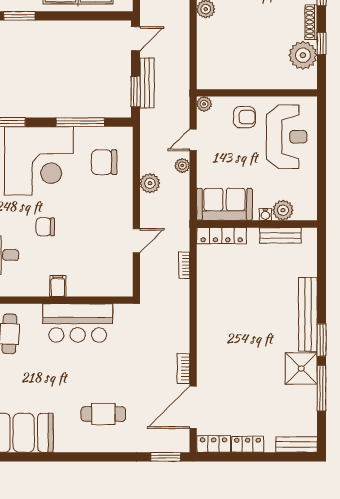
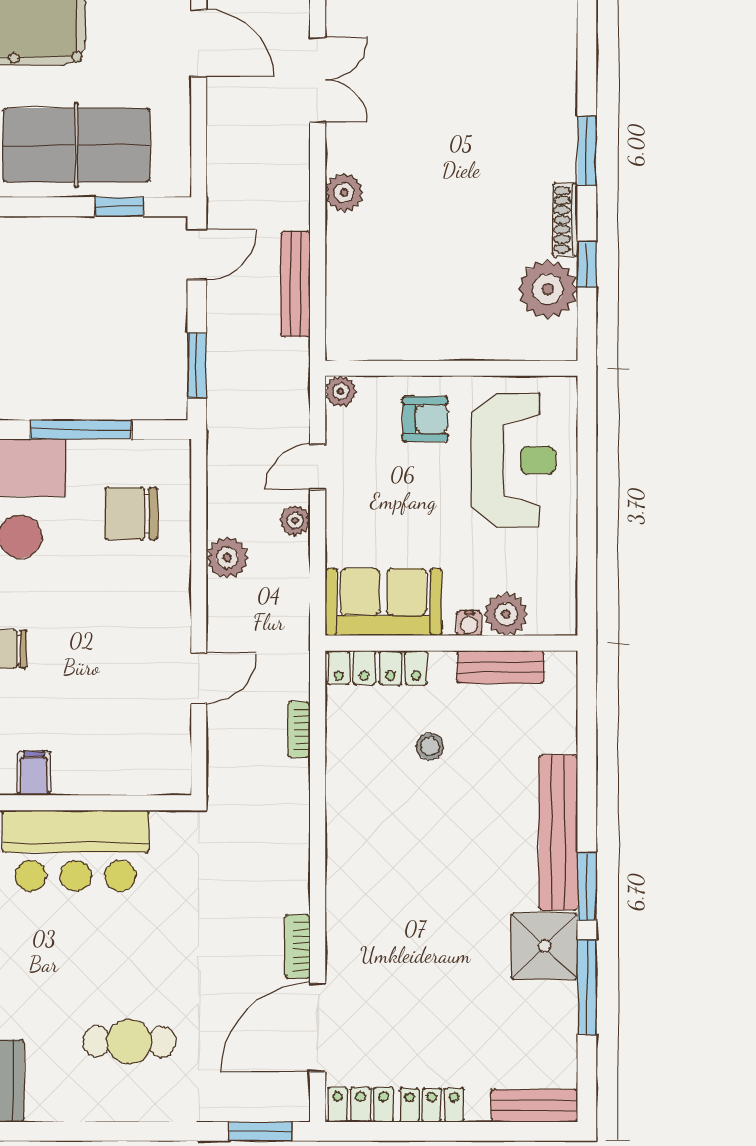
window: (98, 16) -> (119, 207), added
bench: (147, 83) -> (295, 284), moved
stool: (247, 273) -> (430, 746), added

